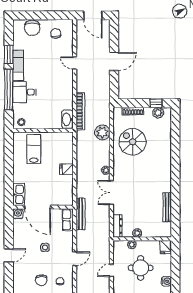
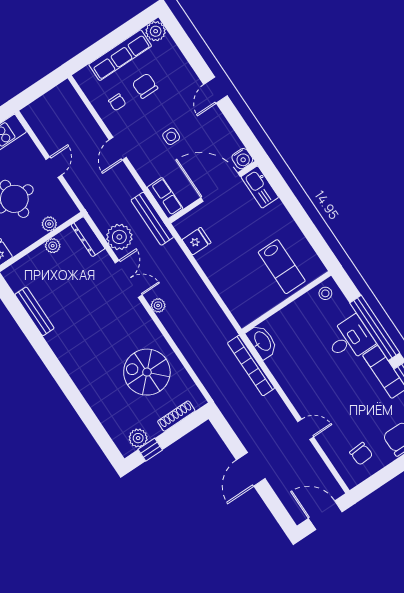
plant: (102, 132) -> (119, 237), moved
spiral stairs: (133, 142) -> (147, 372), turned 180
fridge: (67, 169) -> (197, 241), moved

